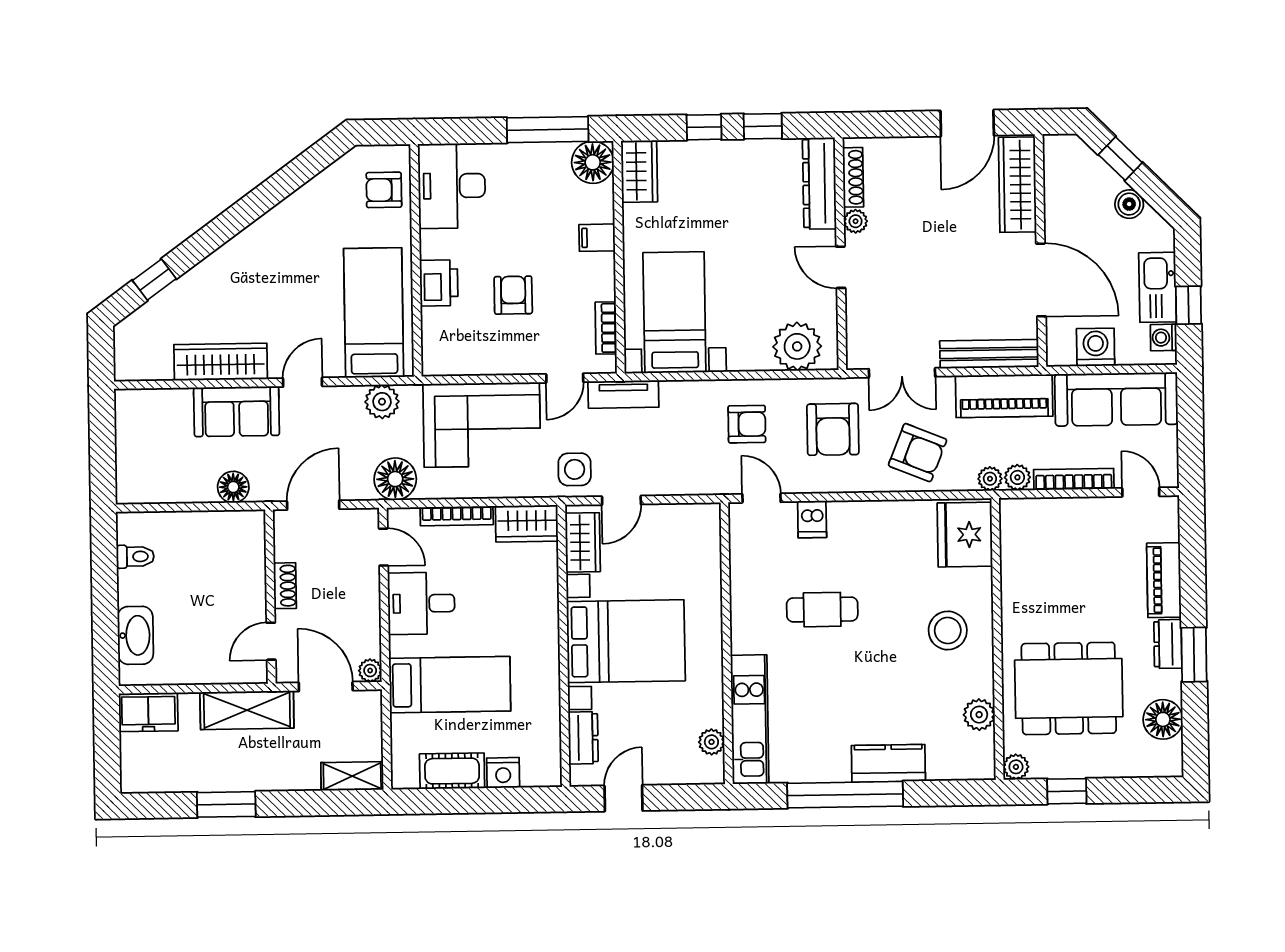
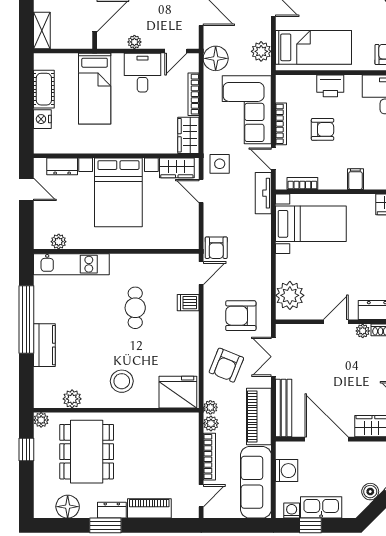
door: (1041, 280) -> (326, 439), swing flipped
bookcase: (505, 366) -> (281, 124), added
armchair: (747, 424) -> (216, 248), moved
plant: (370, 671) -> (134, 42), moved

